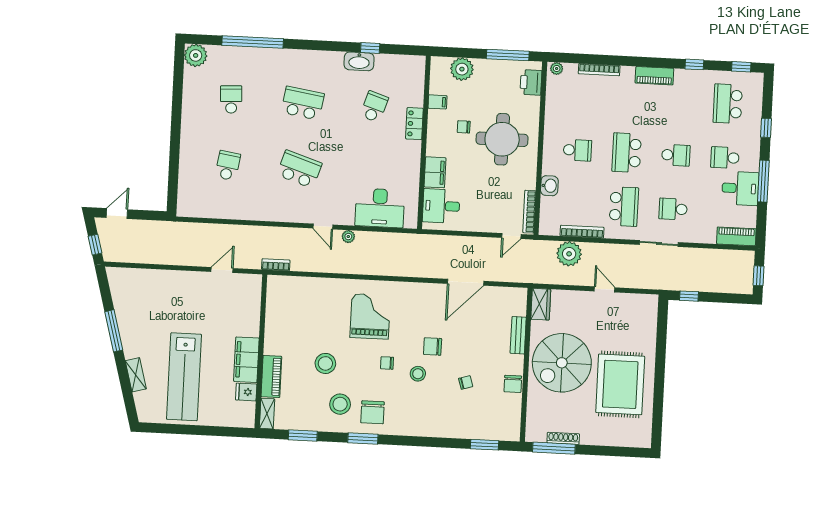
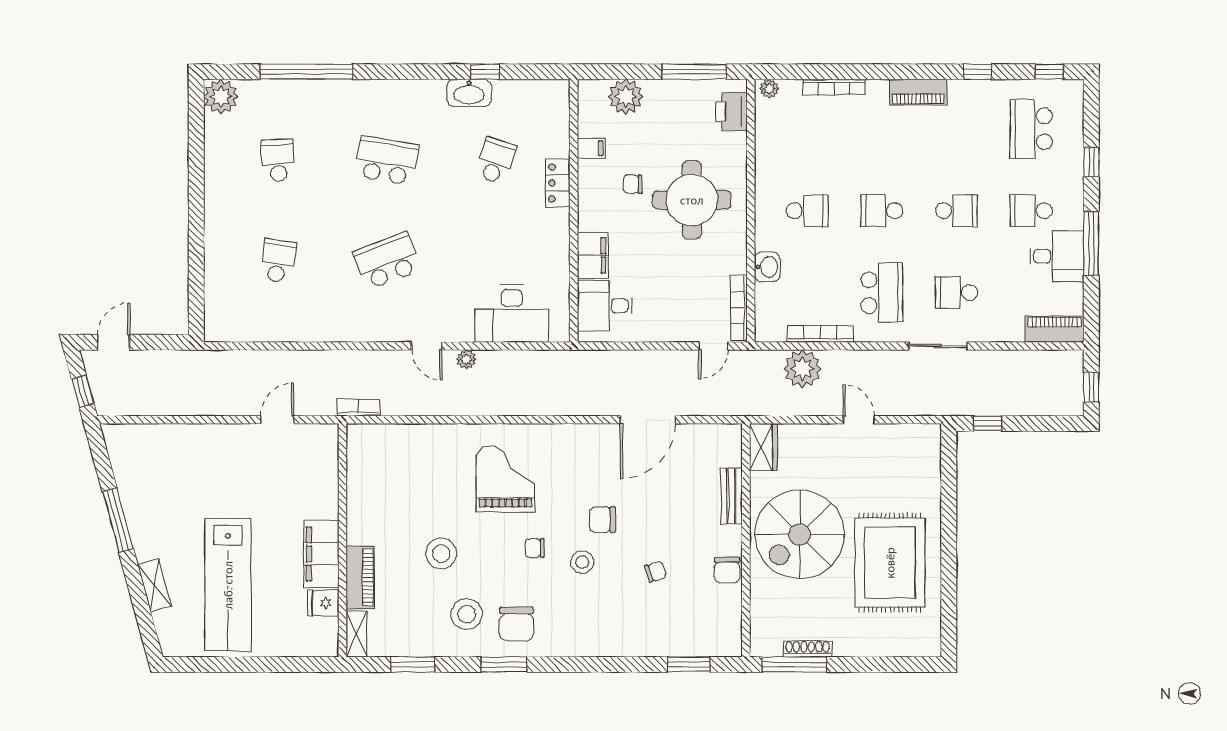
school desk: (627, 153) -> (882, 211), width x0.54
school desk: (299, 169) -> (387, 261), turned -39

